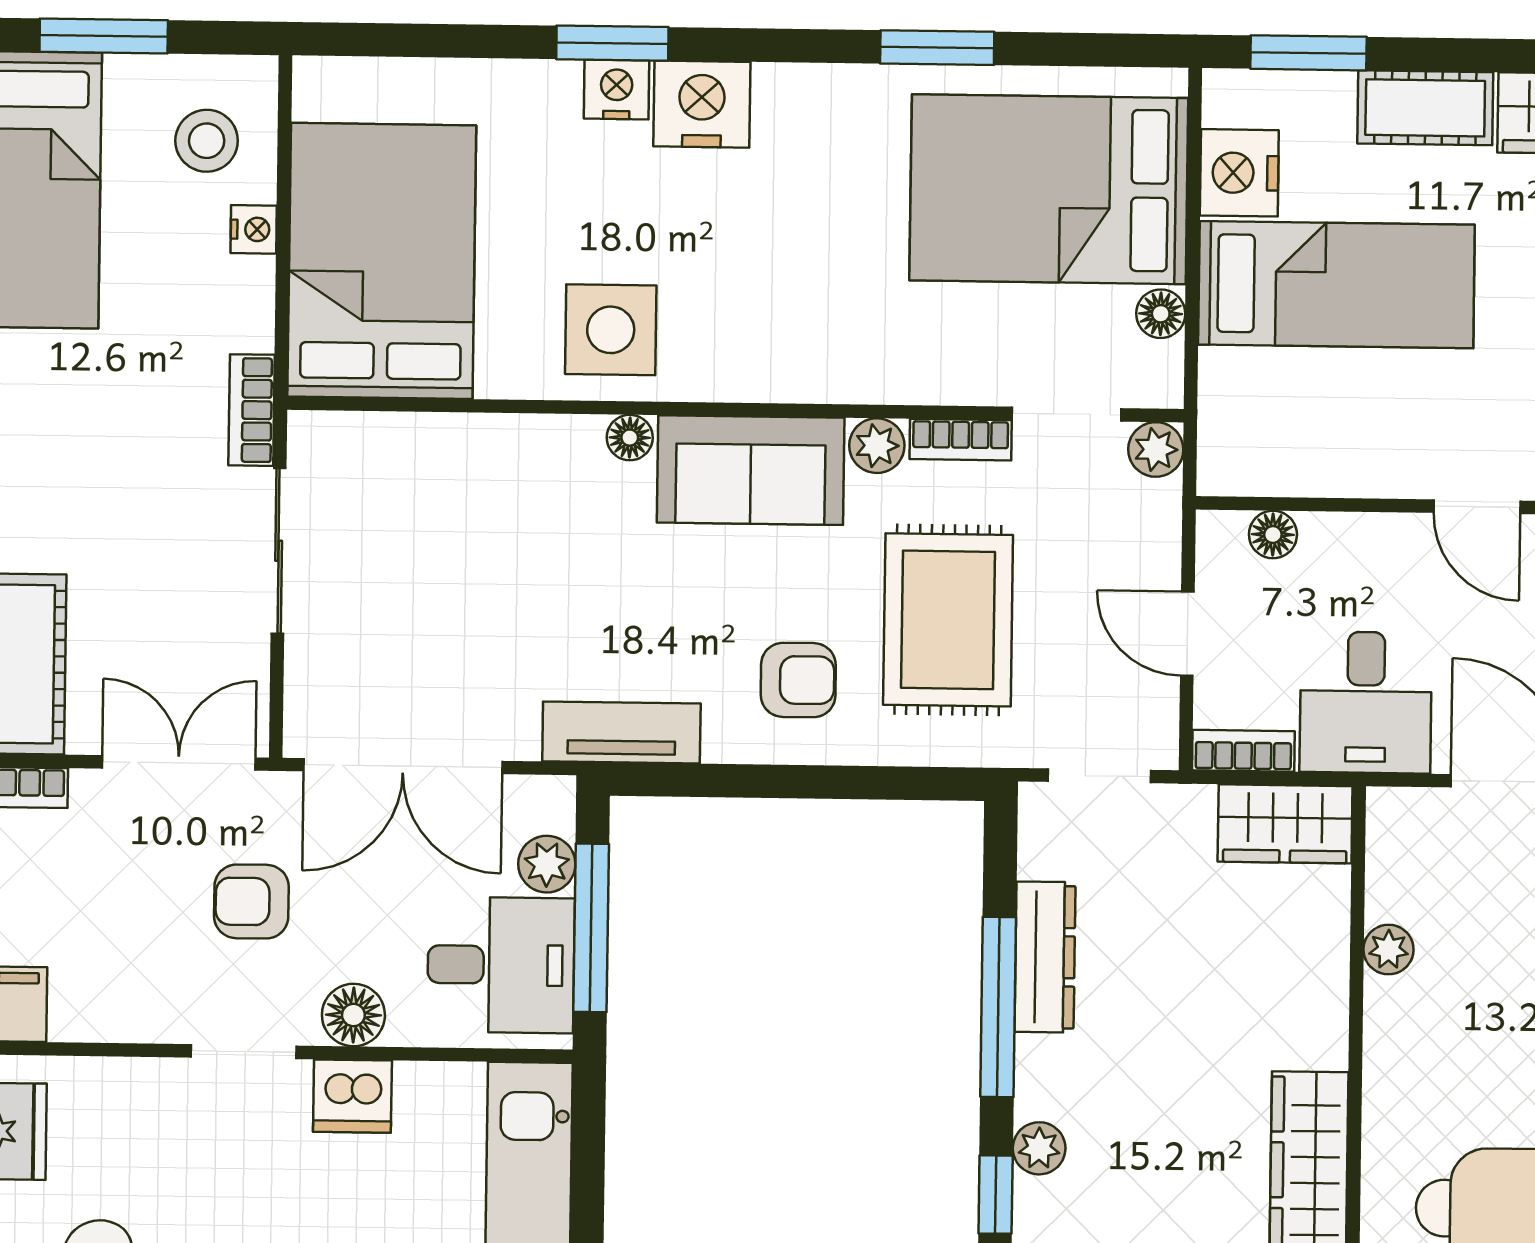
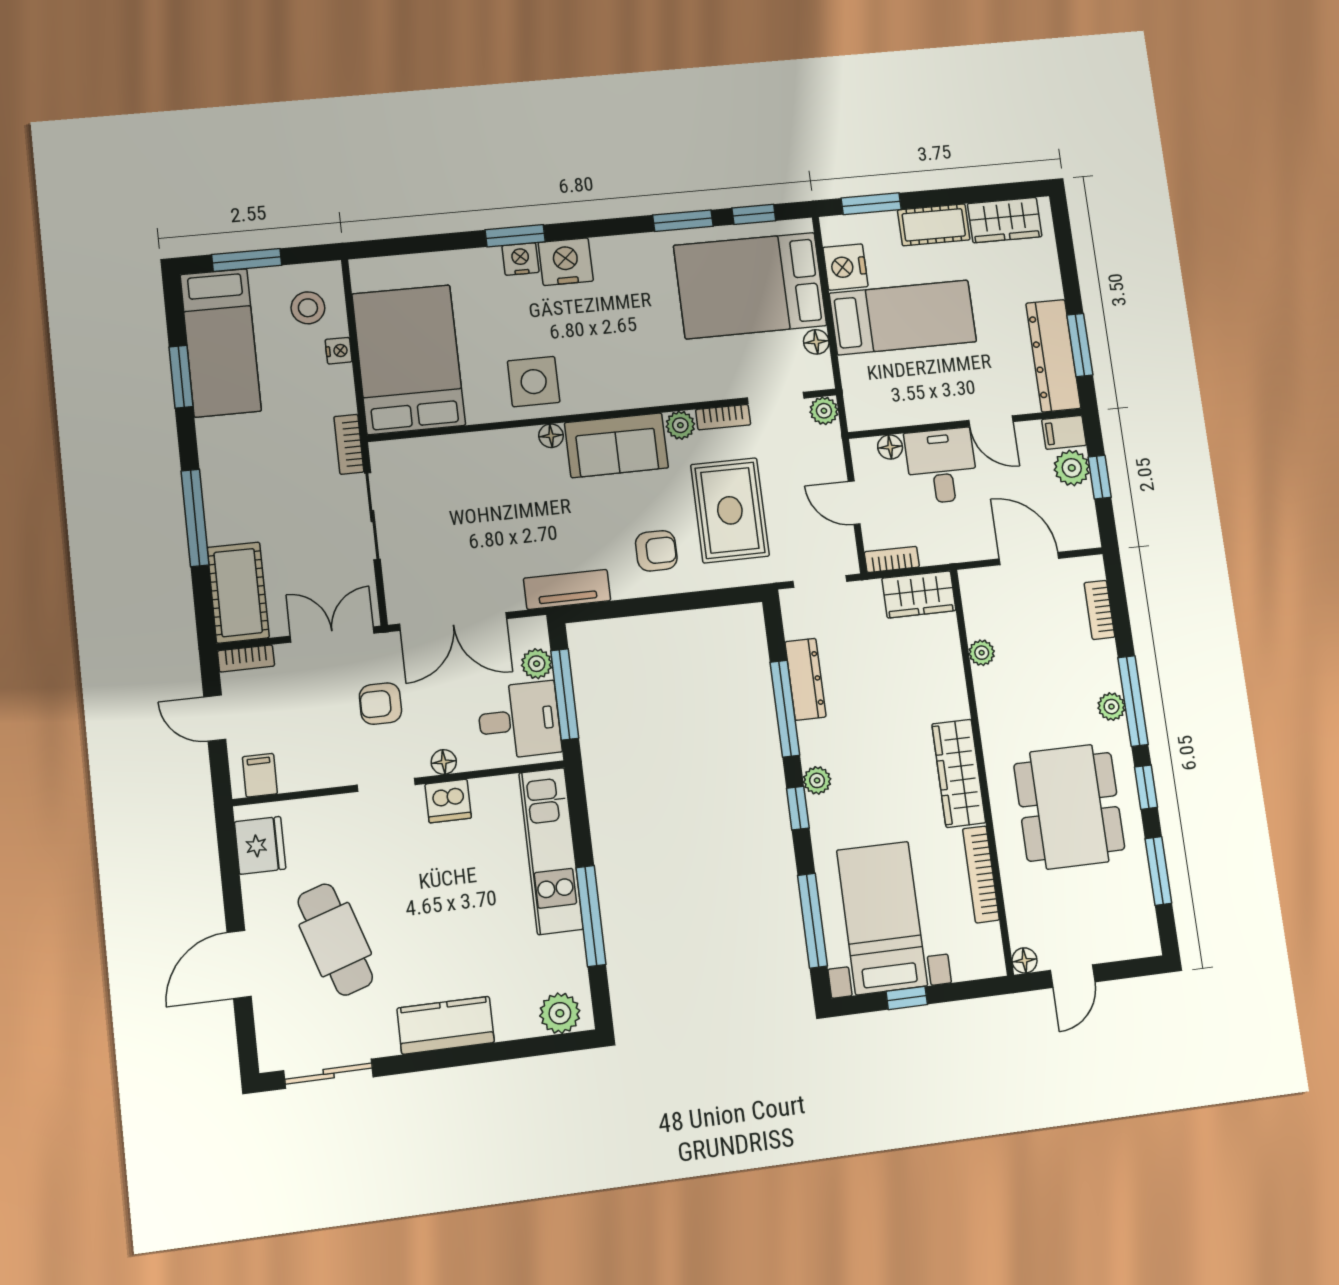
window: (1076, 50) -> (754, 214), added
desk: (1366, 702) -> (941, 466), moved, turned 180
floor lamp: (353, 1015) -> (444, 762), width x0.73, depth x0.73

